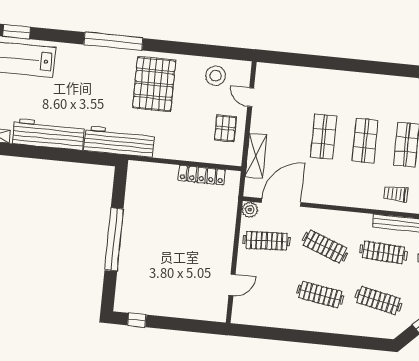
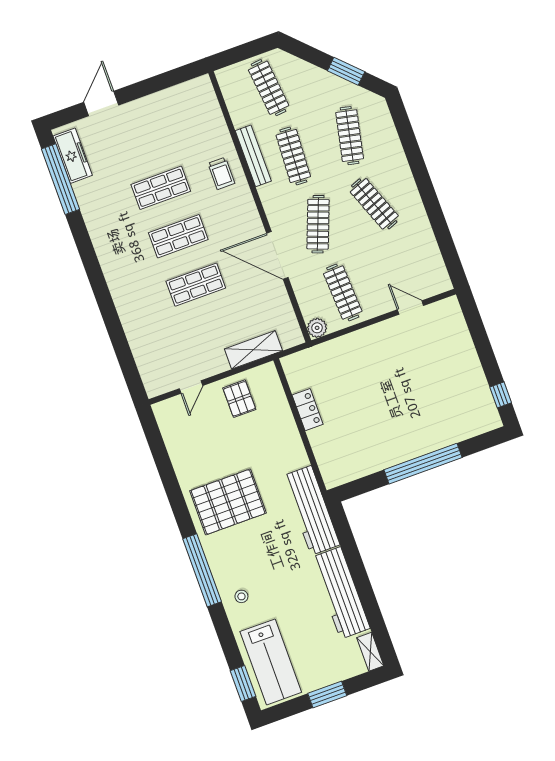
stool: (216, 76) -> (241, 596), moved, width x0.53, depth x0.53
pallet: (225, 128) -> (239, 399), turned 90
locker: (202, 175) -> (308, 410), width x0.66
door: (281, 202) -> (277, 255), moved
clothes rail: (320, 295) -> (374, 204), turned -30

